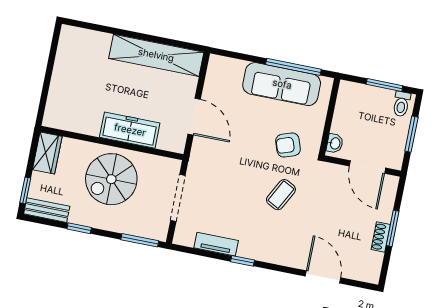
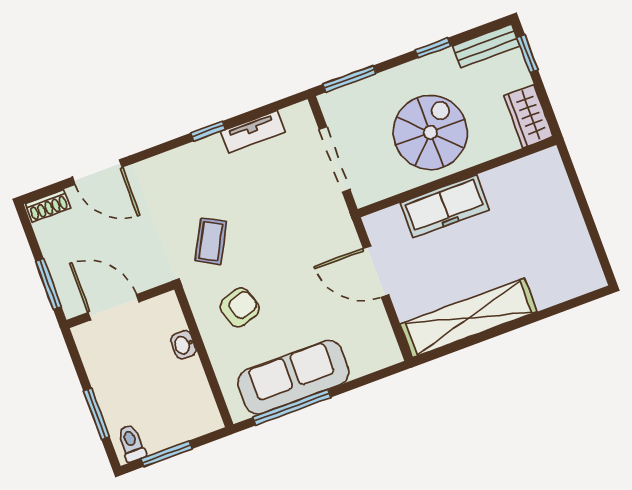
wall: (362, 166) -> (120, 305), moved
door: (367, 167) -> (113, 307), moved
shoe rack: (381, 237) -> (48, 206), moved, turned 90

